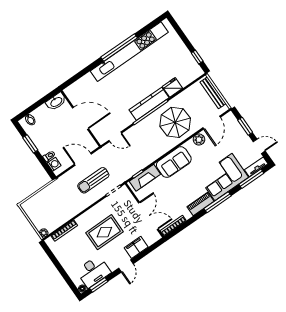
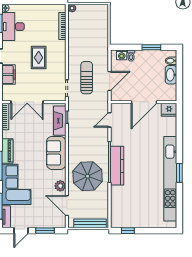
window: (119, 48) -> (179, 173), width x0.47
fridge: (172, 87) -> (169, 110), moved, turned 90
washbasin: (56, 102) -> (171, 75), moved
rug: (104, 232) -> (39, 58), width x0.73, depth x0.70

